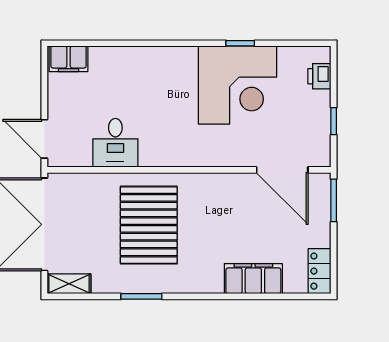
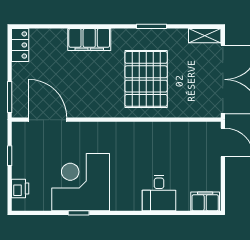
desk: (115, 143) -> (159, 193), moved, turned 180
filing cabinet: (253, 279) -> (89, 39), moved

